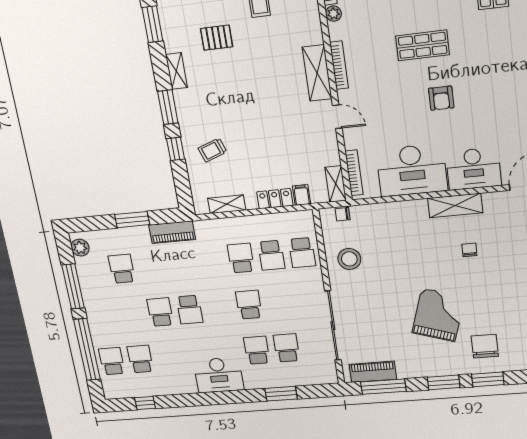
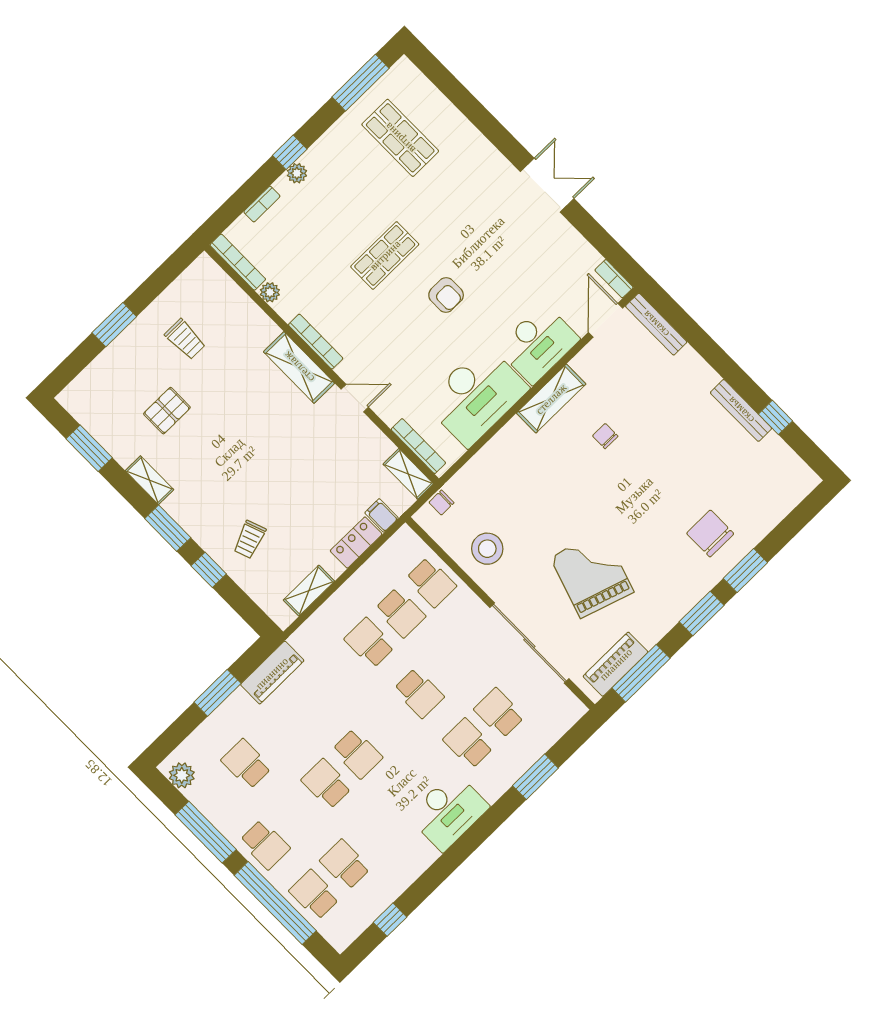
school desk: (249, 305) -> (419, 693), turned 180
grand piano: (438, 315) -> (592, 574), moved
school desk: (102, 317) -> (265, 844), added

